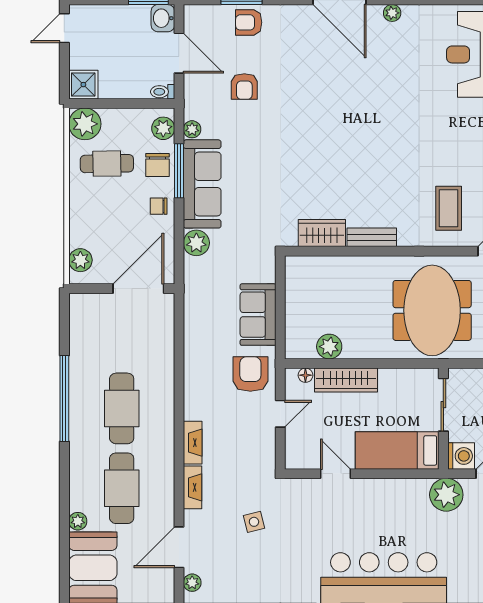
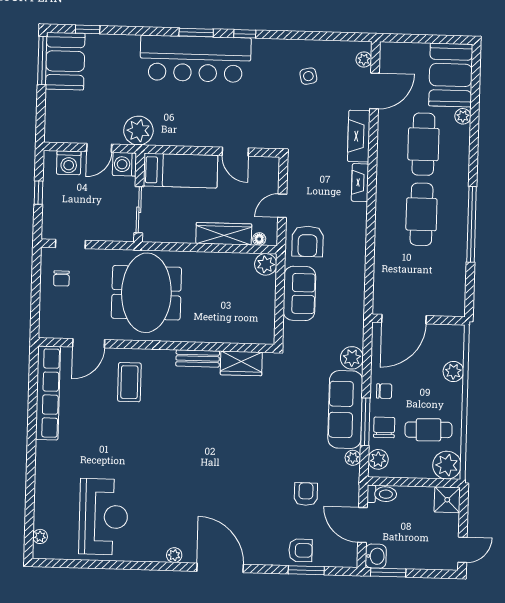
toilet: (163, 92) -> (382, 494), width x1.37, depth x1.39
plant: (80, 260) -> (453, 372), moved
plant: (329, 347) -> (266, 264), moved
fireplace: (193, 487) -> (359, 136), width x1.37, depth x1.32
side table: (254, 522) -> (308, 76), moved

